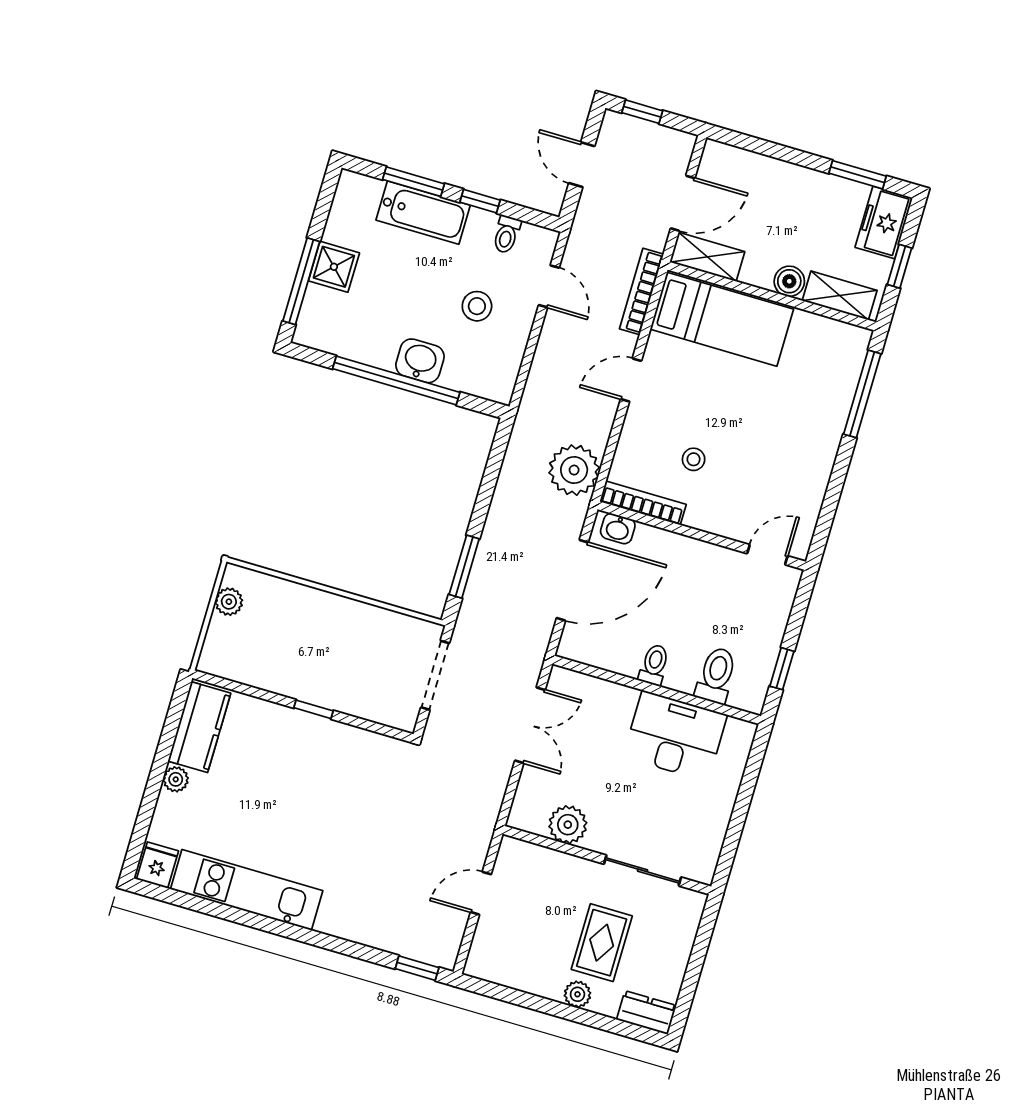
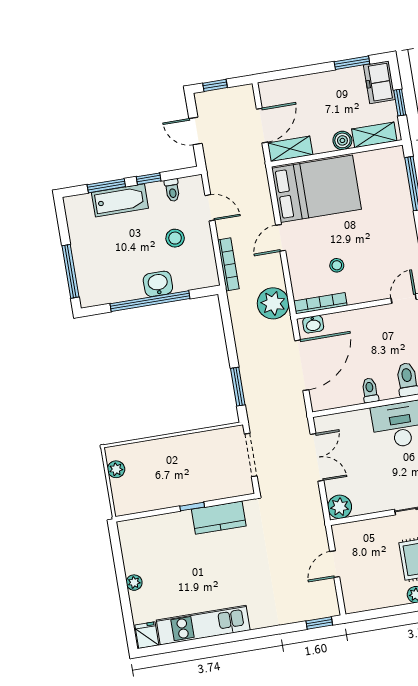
shower: (334, 267) -> (85, 254), removed
bookcase: (641, 291) -> (228, 264), moved, turned 180
bed: (722, 319) -> (316, 189), width x1.50
kitchen counter: (199, 727) -> (219, 518), moved, turned 90
plant: (568, 825) -> (340, 507), moved

